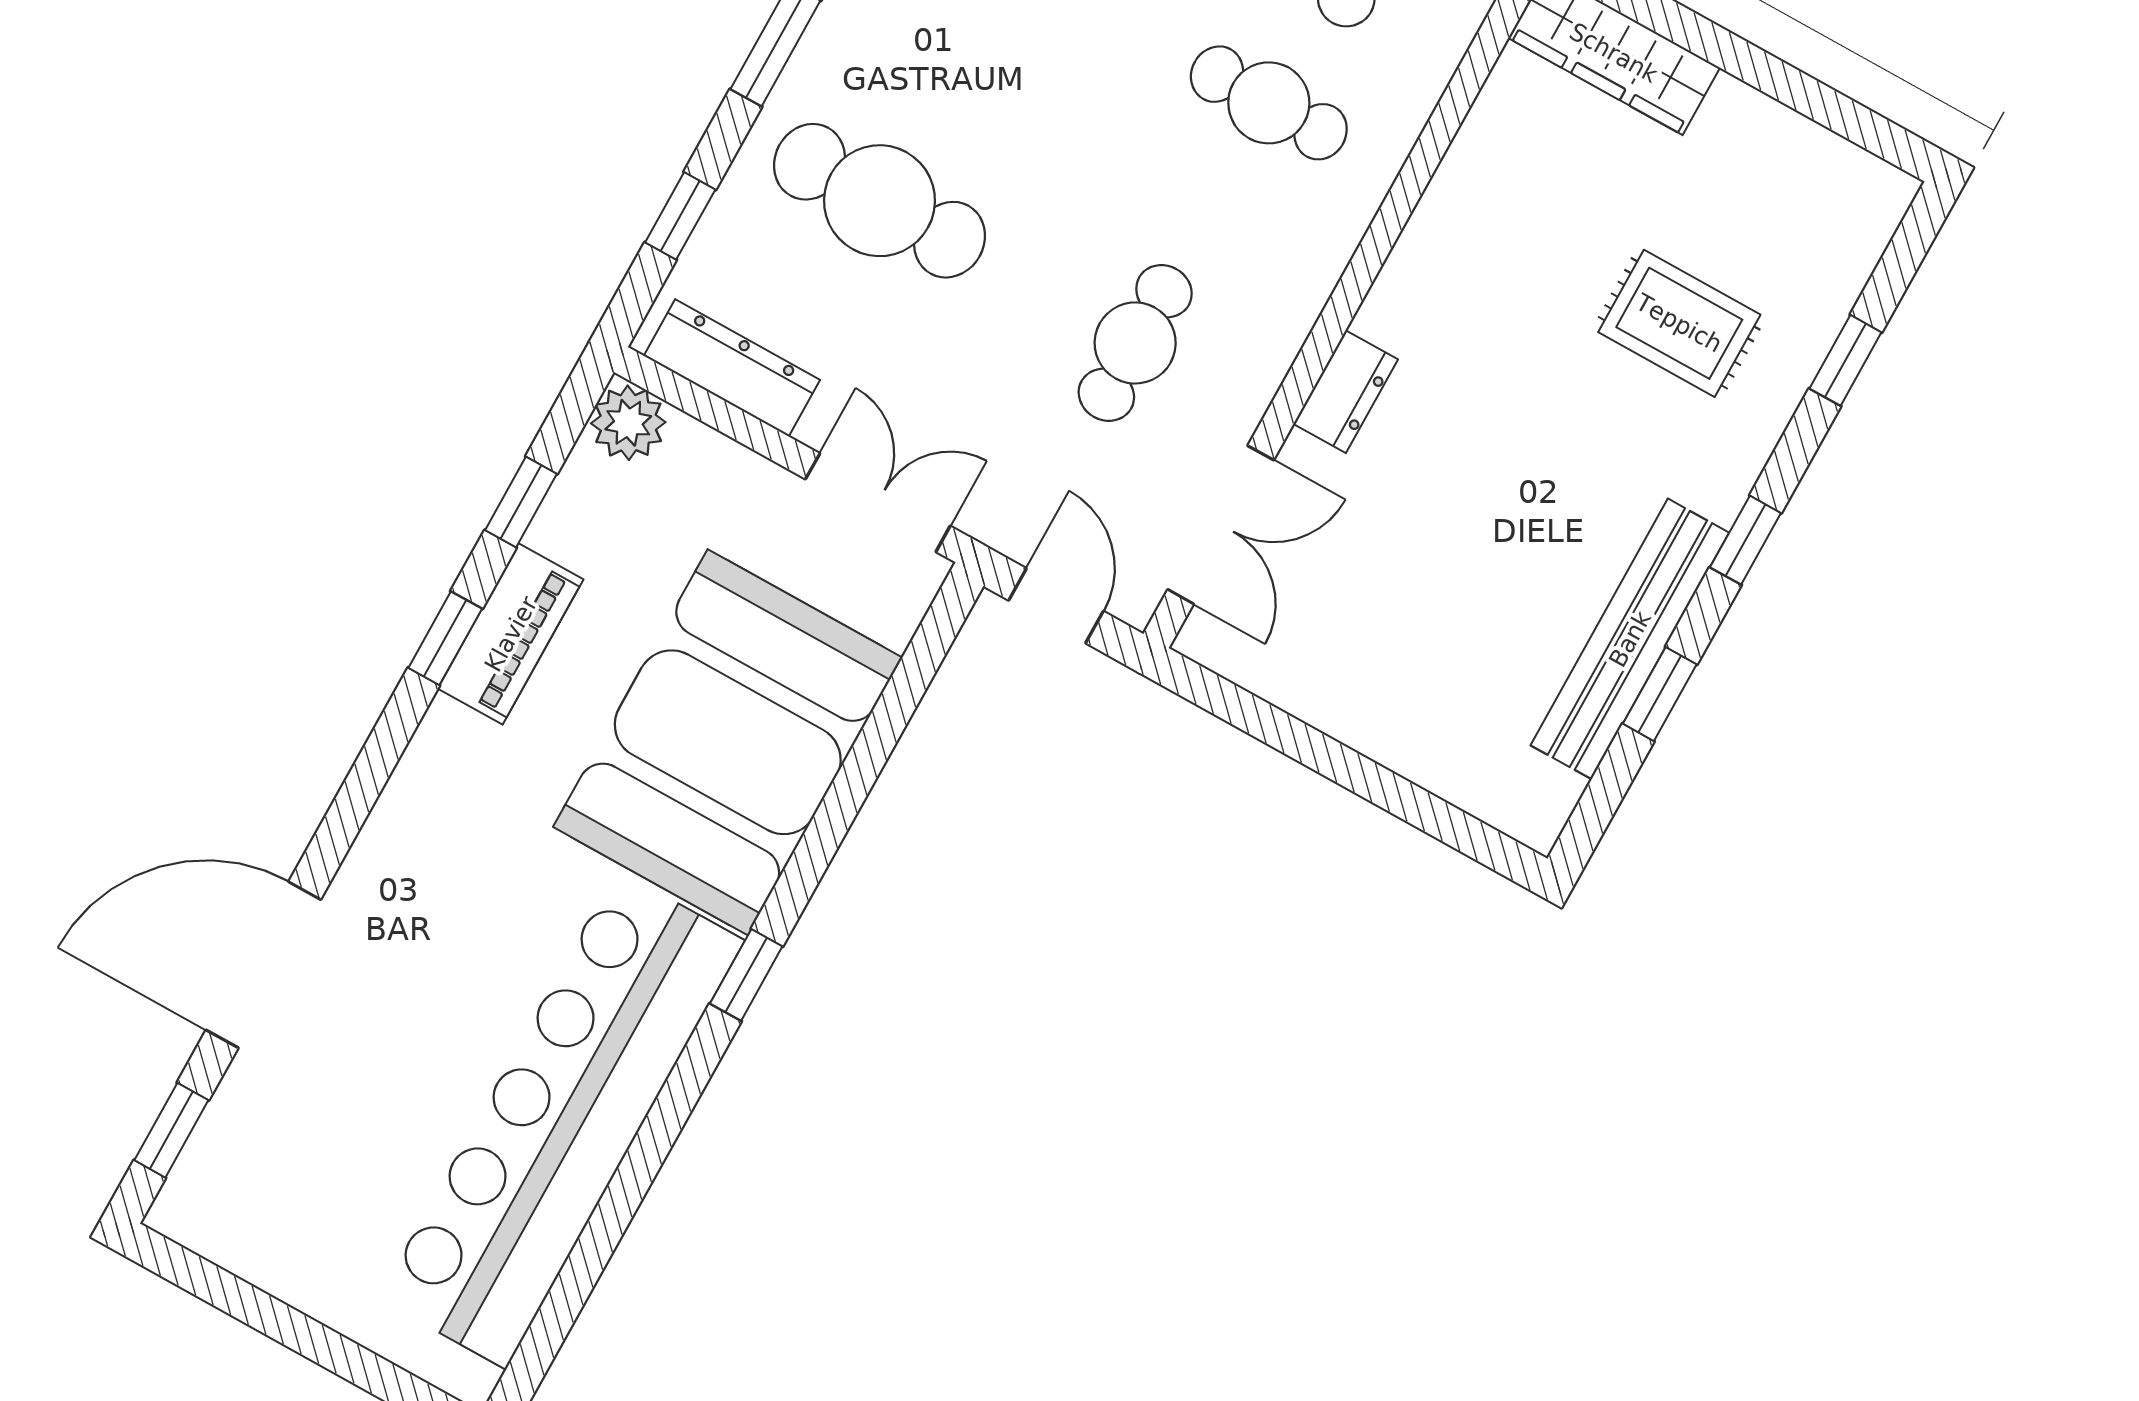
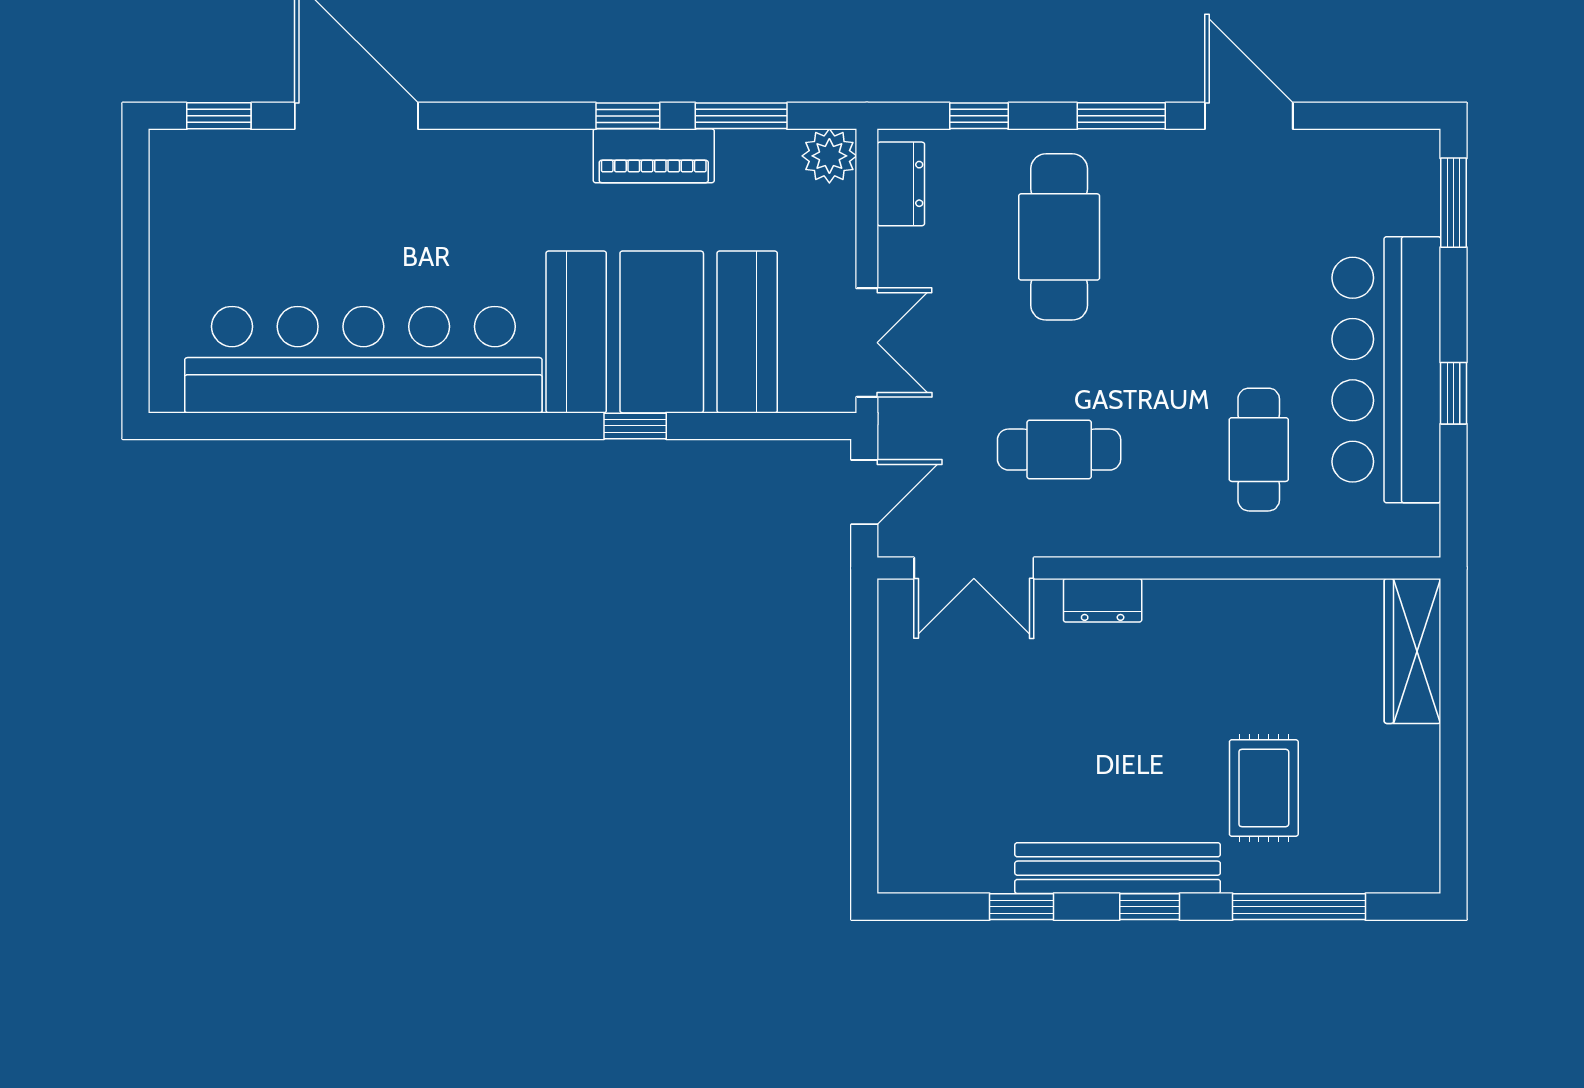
window: (1845, 360) -> (1299, 907), width x2.17
dresser: (732, 368) -> (901, 184), width x0.70
window: (521, 502) -> (741, 116), width x1.50
bench: (1630, 639) -> (1118, 868), moved
window: (746, 975) -> (635, 426), moved

